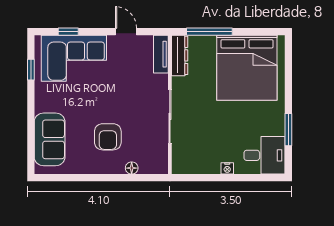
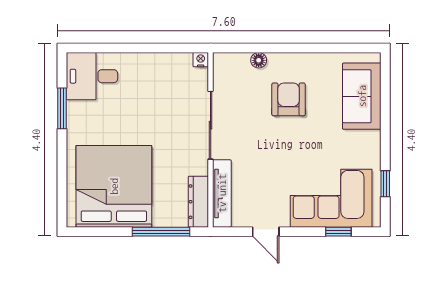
tv unit: (161, 54) -> (222, 193), width x1.41
nightstand: (227, 168) -> (201, 60), moved

